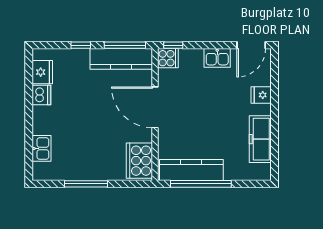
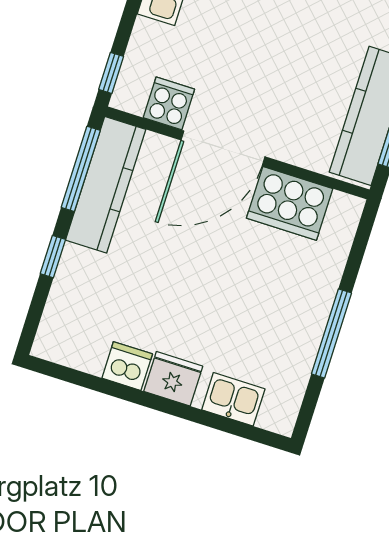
cooker: (168, 58) -> (169, 103), moved
fridge: (42, 72) -> (173, 379), moved
cooker: (139, 161) -> (290, 203), moved

